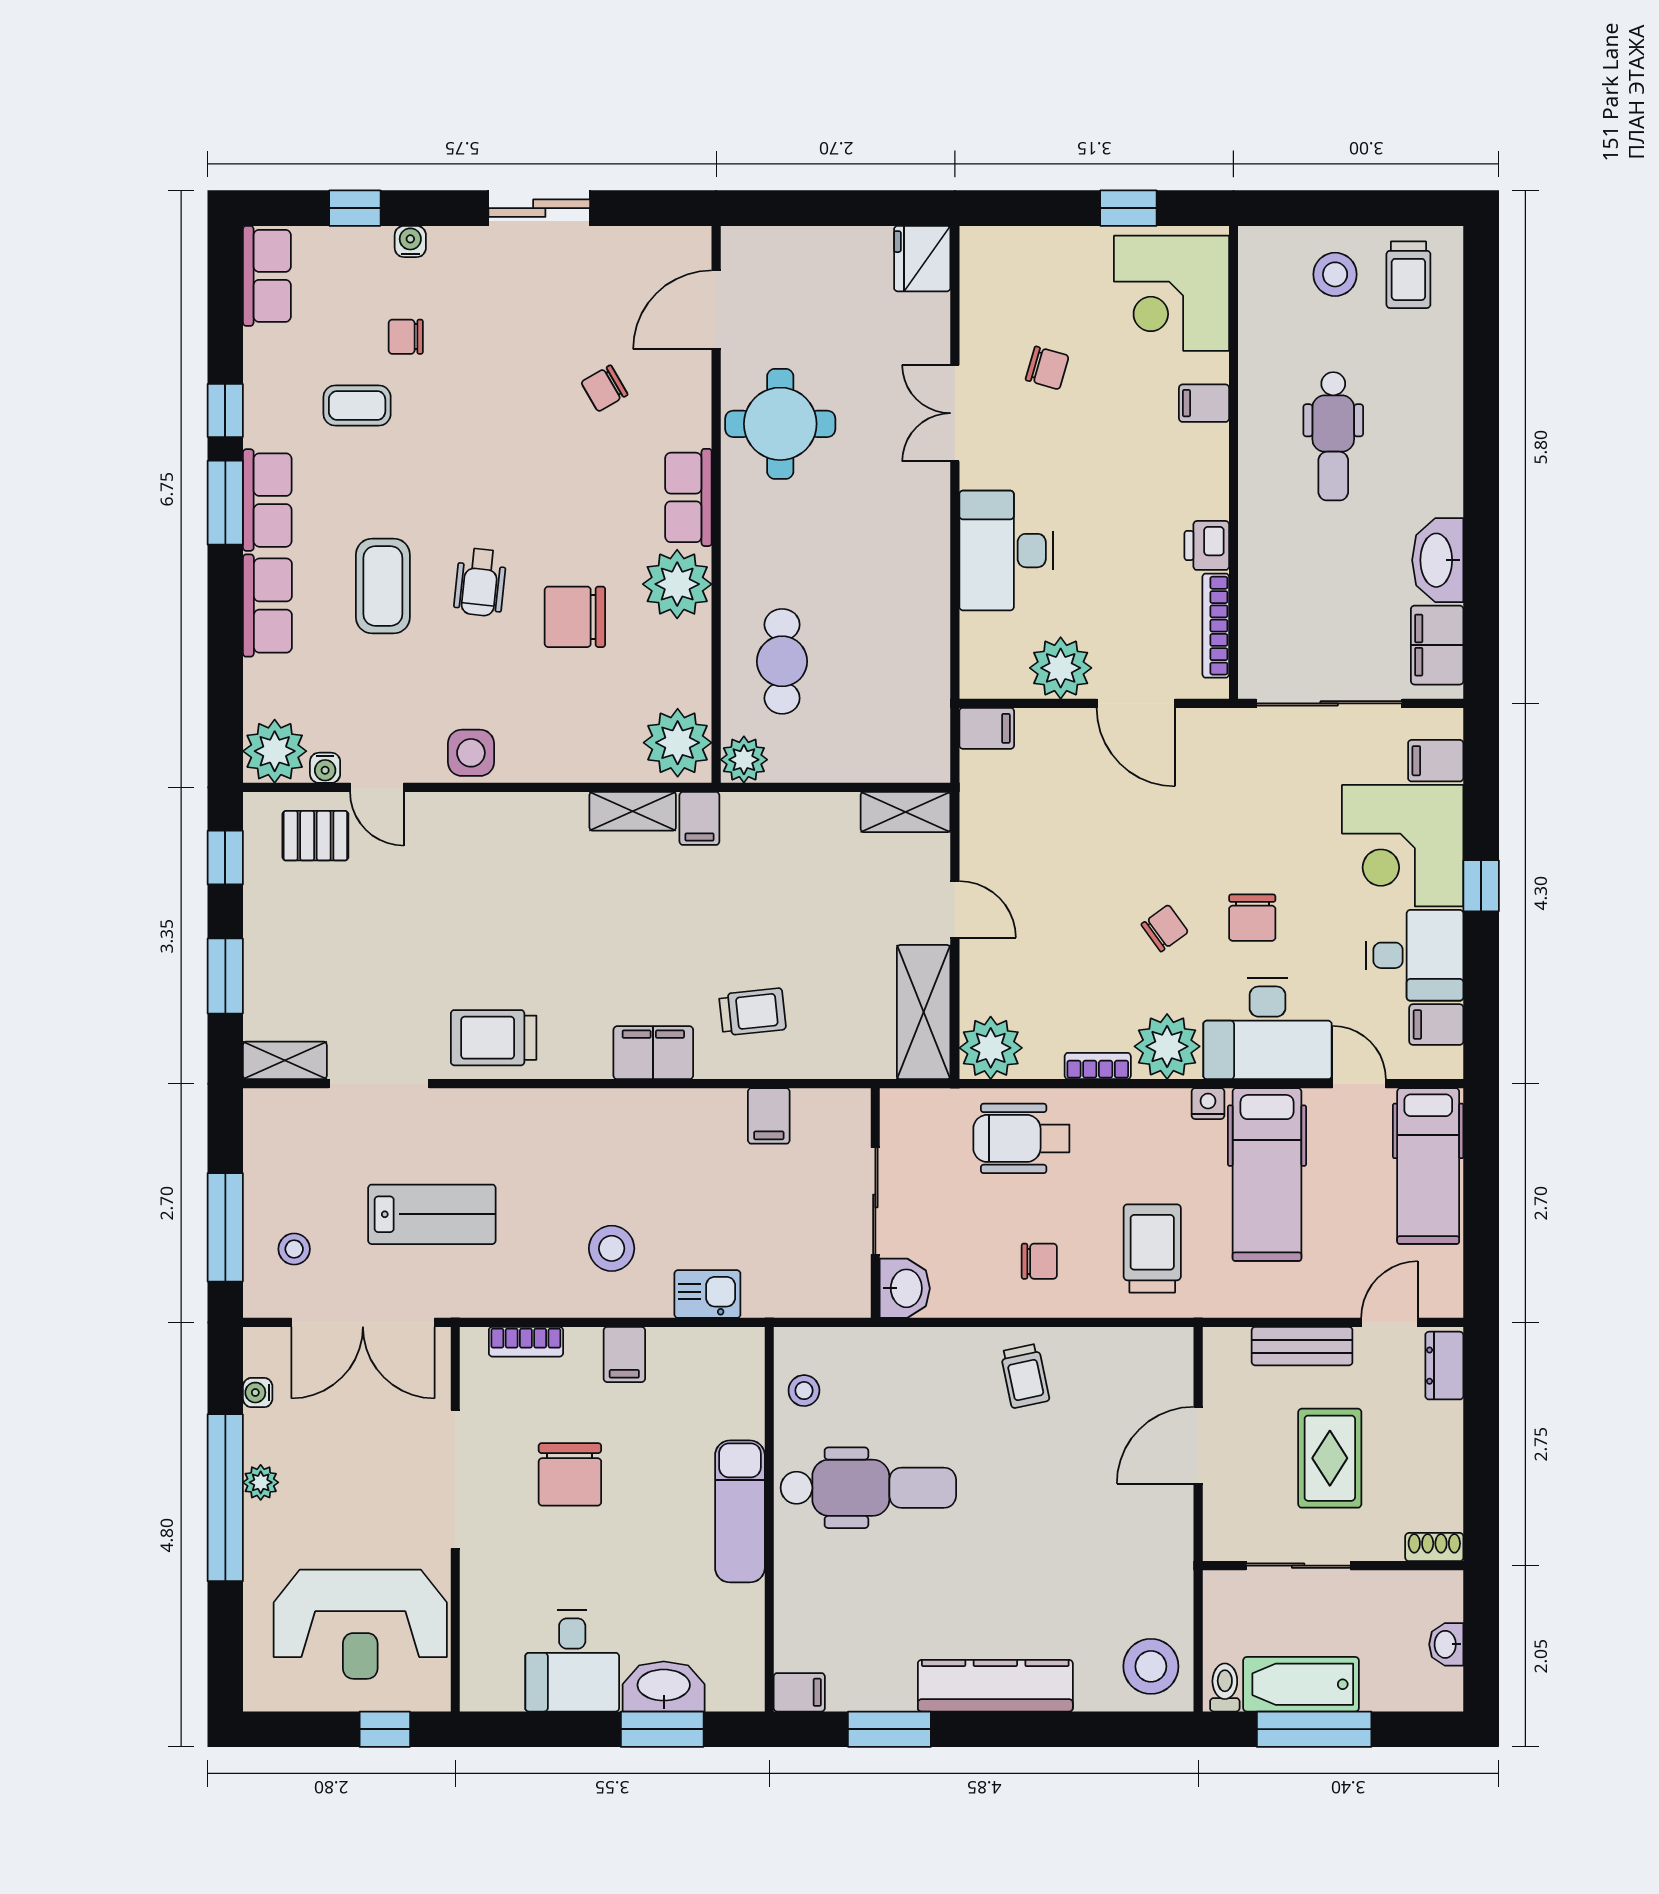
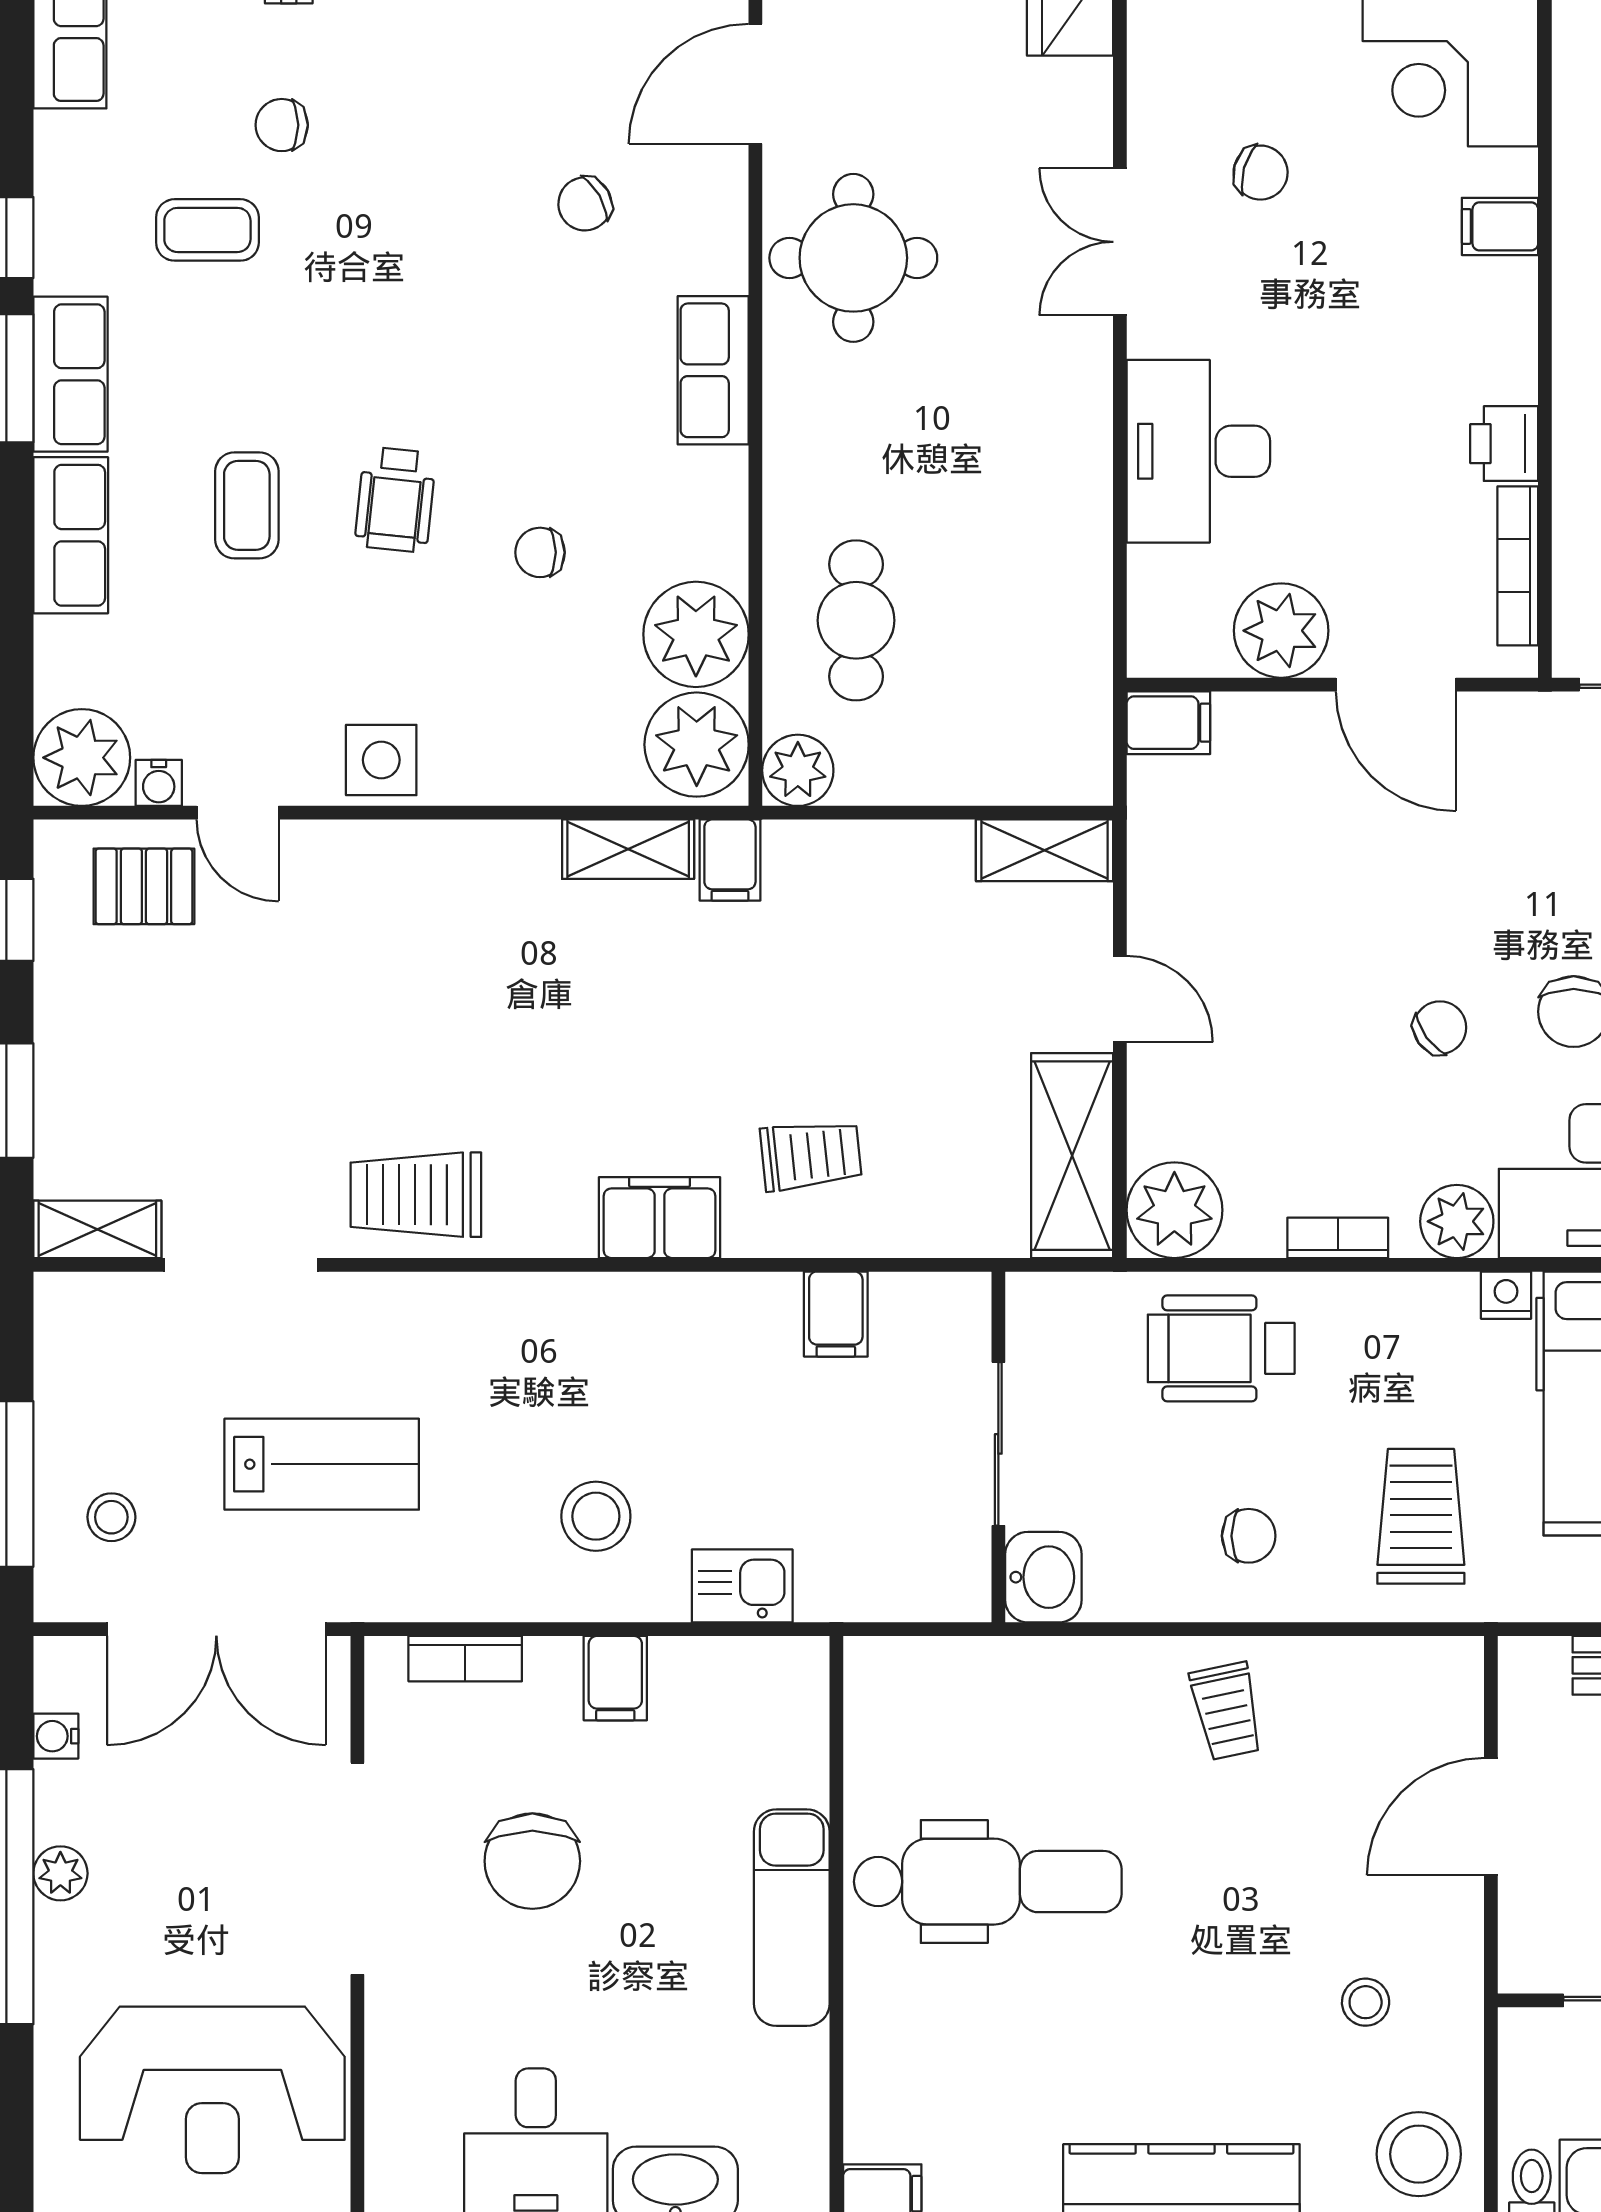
plant: (677, 584) -> (696, 634), moved
coffee table: (383, 586) -> (247, 505), width x0.73, depth x0.77
chair: (575, 617) -> (540, 552), width x0.54, depth x0.54
plant: (1167, 1046) -> (1457, 1221), width x0.73, depth x0.73
stool: (804, 1391) -> (1366, 2002), moved

